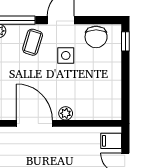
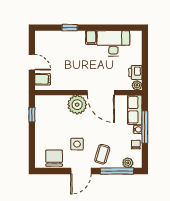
window: (125, 41) -> (32, 115), moved
plant: (66, 113) -> (77, 105), width x1.88, depth x1.88

